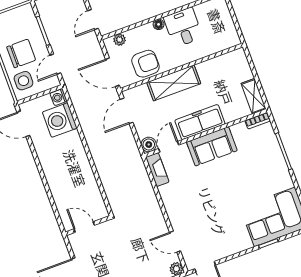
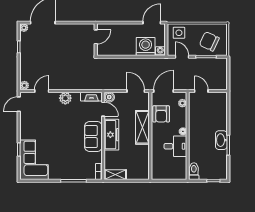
chair: (21, 53) -> (209, 41), moved, turned 115
plant: (173, 205) -> (65, 98), added
wall: (88, 226) -> (96, 40), moved
door: (84, 227) -> (96, 37), moved

